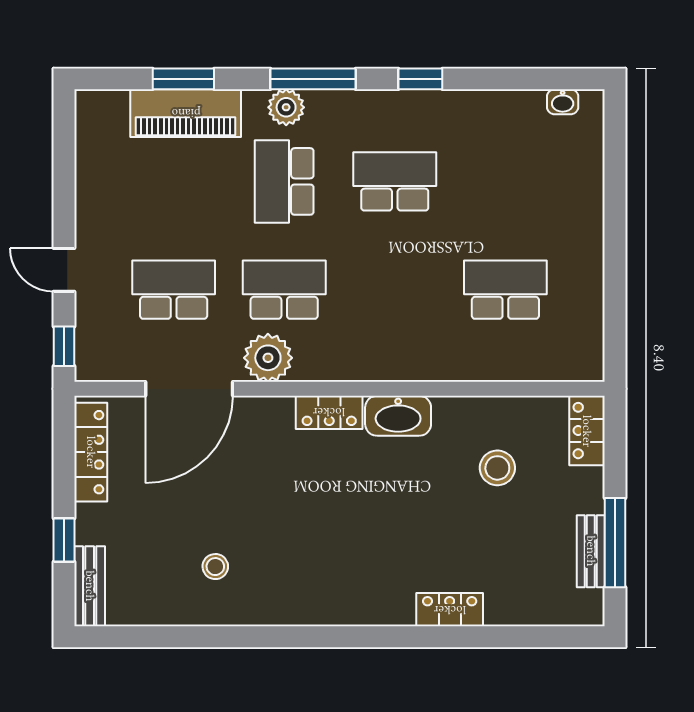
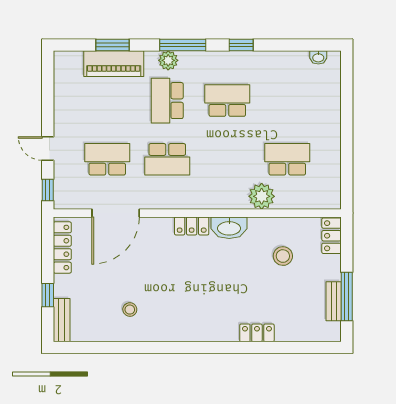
school desk: (284, 290) -> (167, 159), turned 180
plant: (268, 358) -> (262, 196), moved

